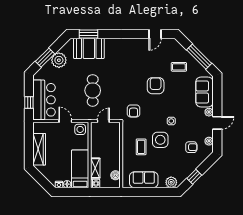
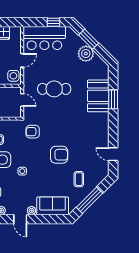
window: (89, 34) -> (113, 99), moved
booth: (89, 48) -> (98, 96), moved
window: (29, 102) -> (53, 22), moved

